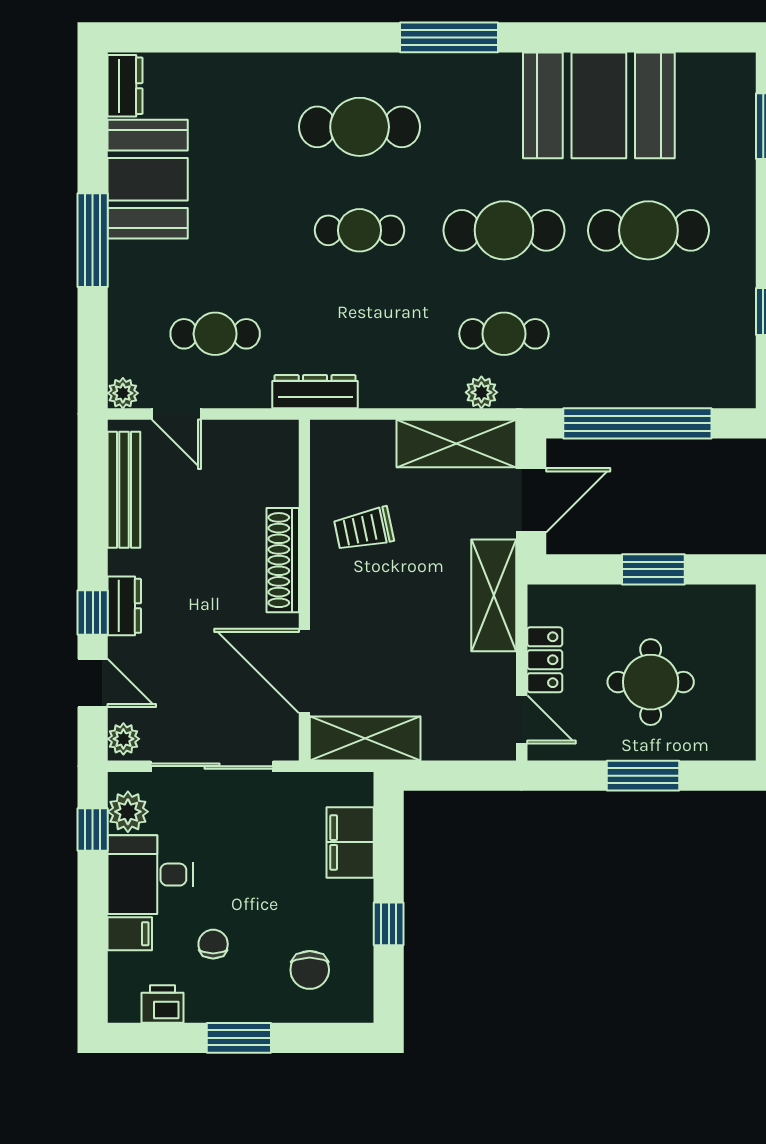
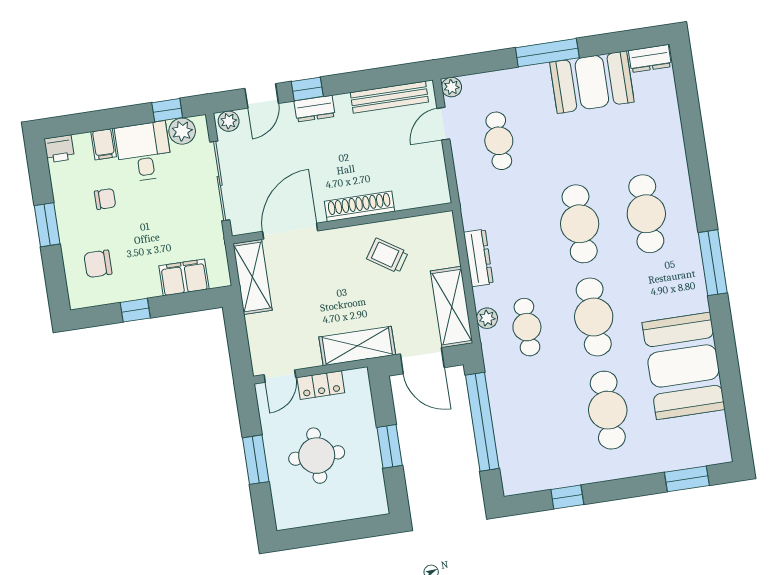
cafe table: (360, 230) -> (580, 224), width x1.37, depth x1.35
dresser: (315, 392) -> (478, 258), moved
trolley: (364, 529) -> (387, 256), turned -45
printer: (163, 1004) -> (59, 149), moved, turned 90

